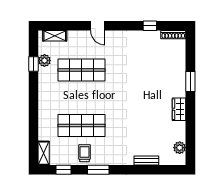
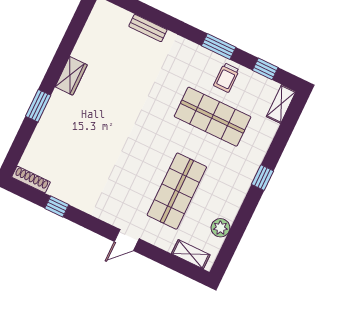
door: (98, 26) -> (127, 240), swing flipped
window: (34, 64) -> (263, 178), moved
shop shelf: (82, 70) -> (177, 191), turned 90
plant: (180, 148) -> (95, 24), removed

